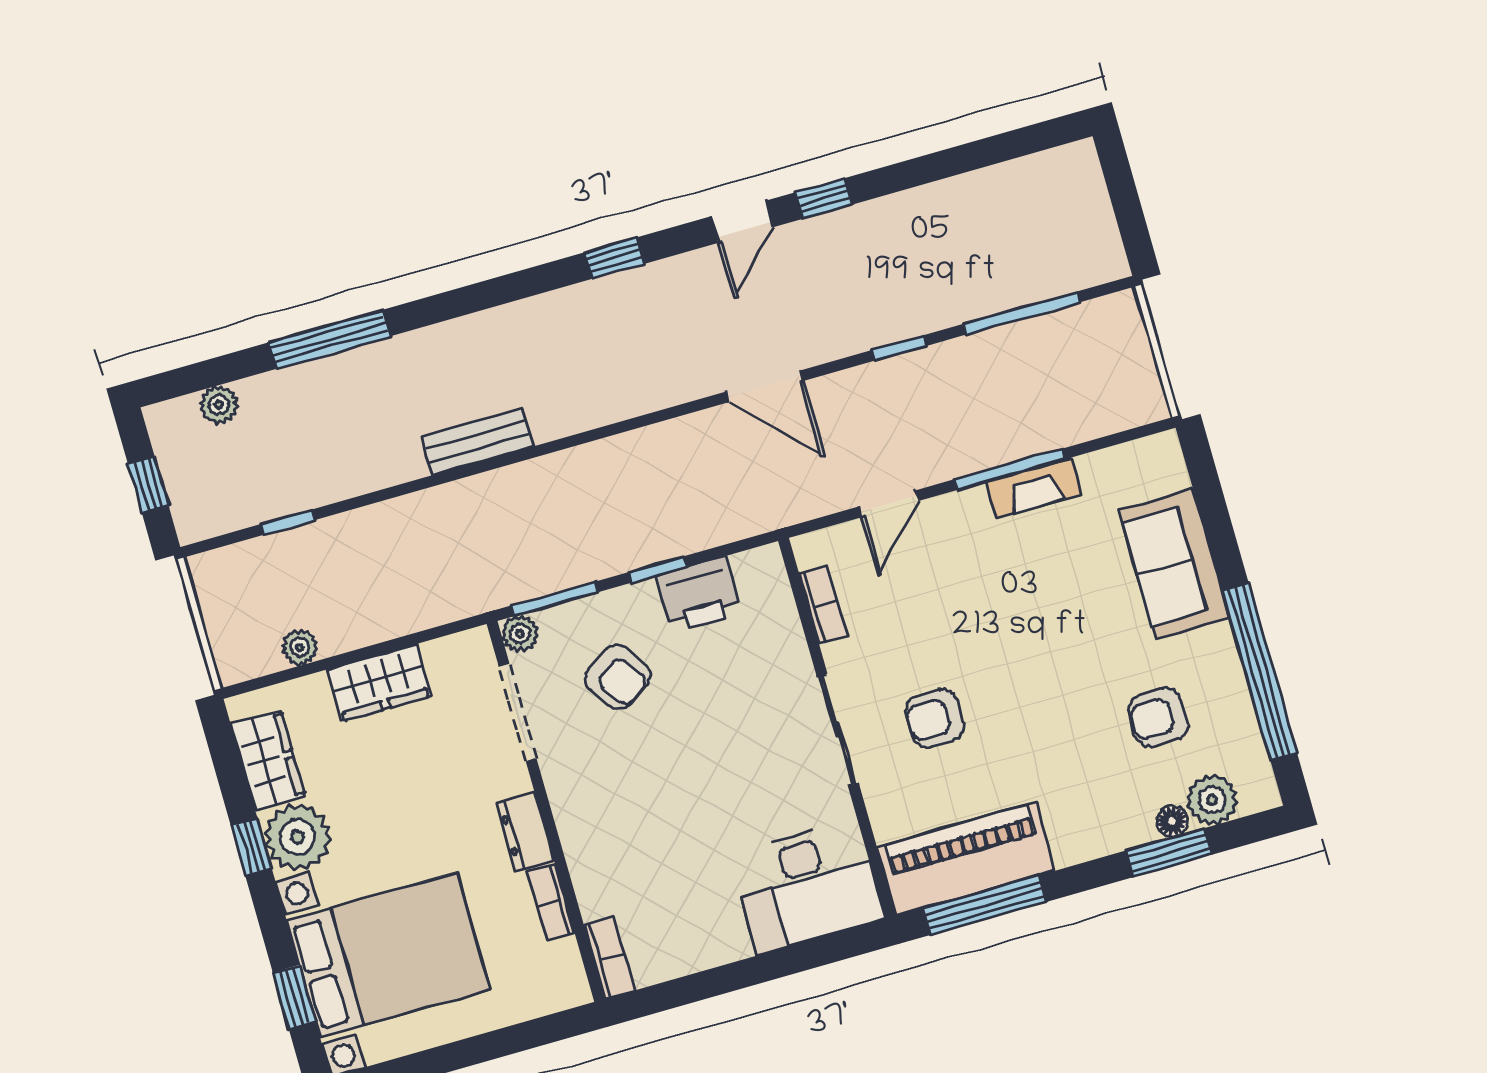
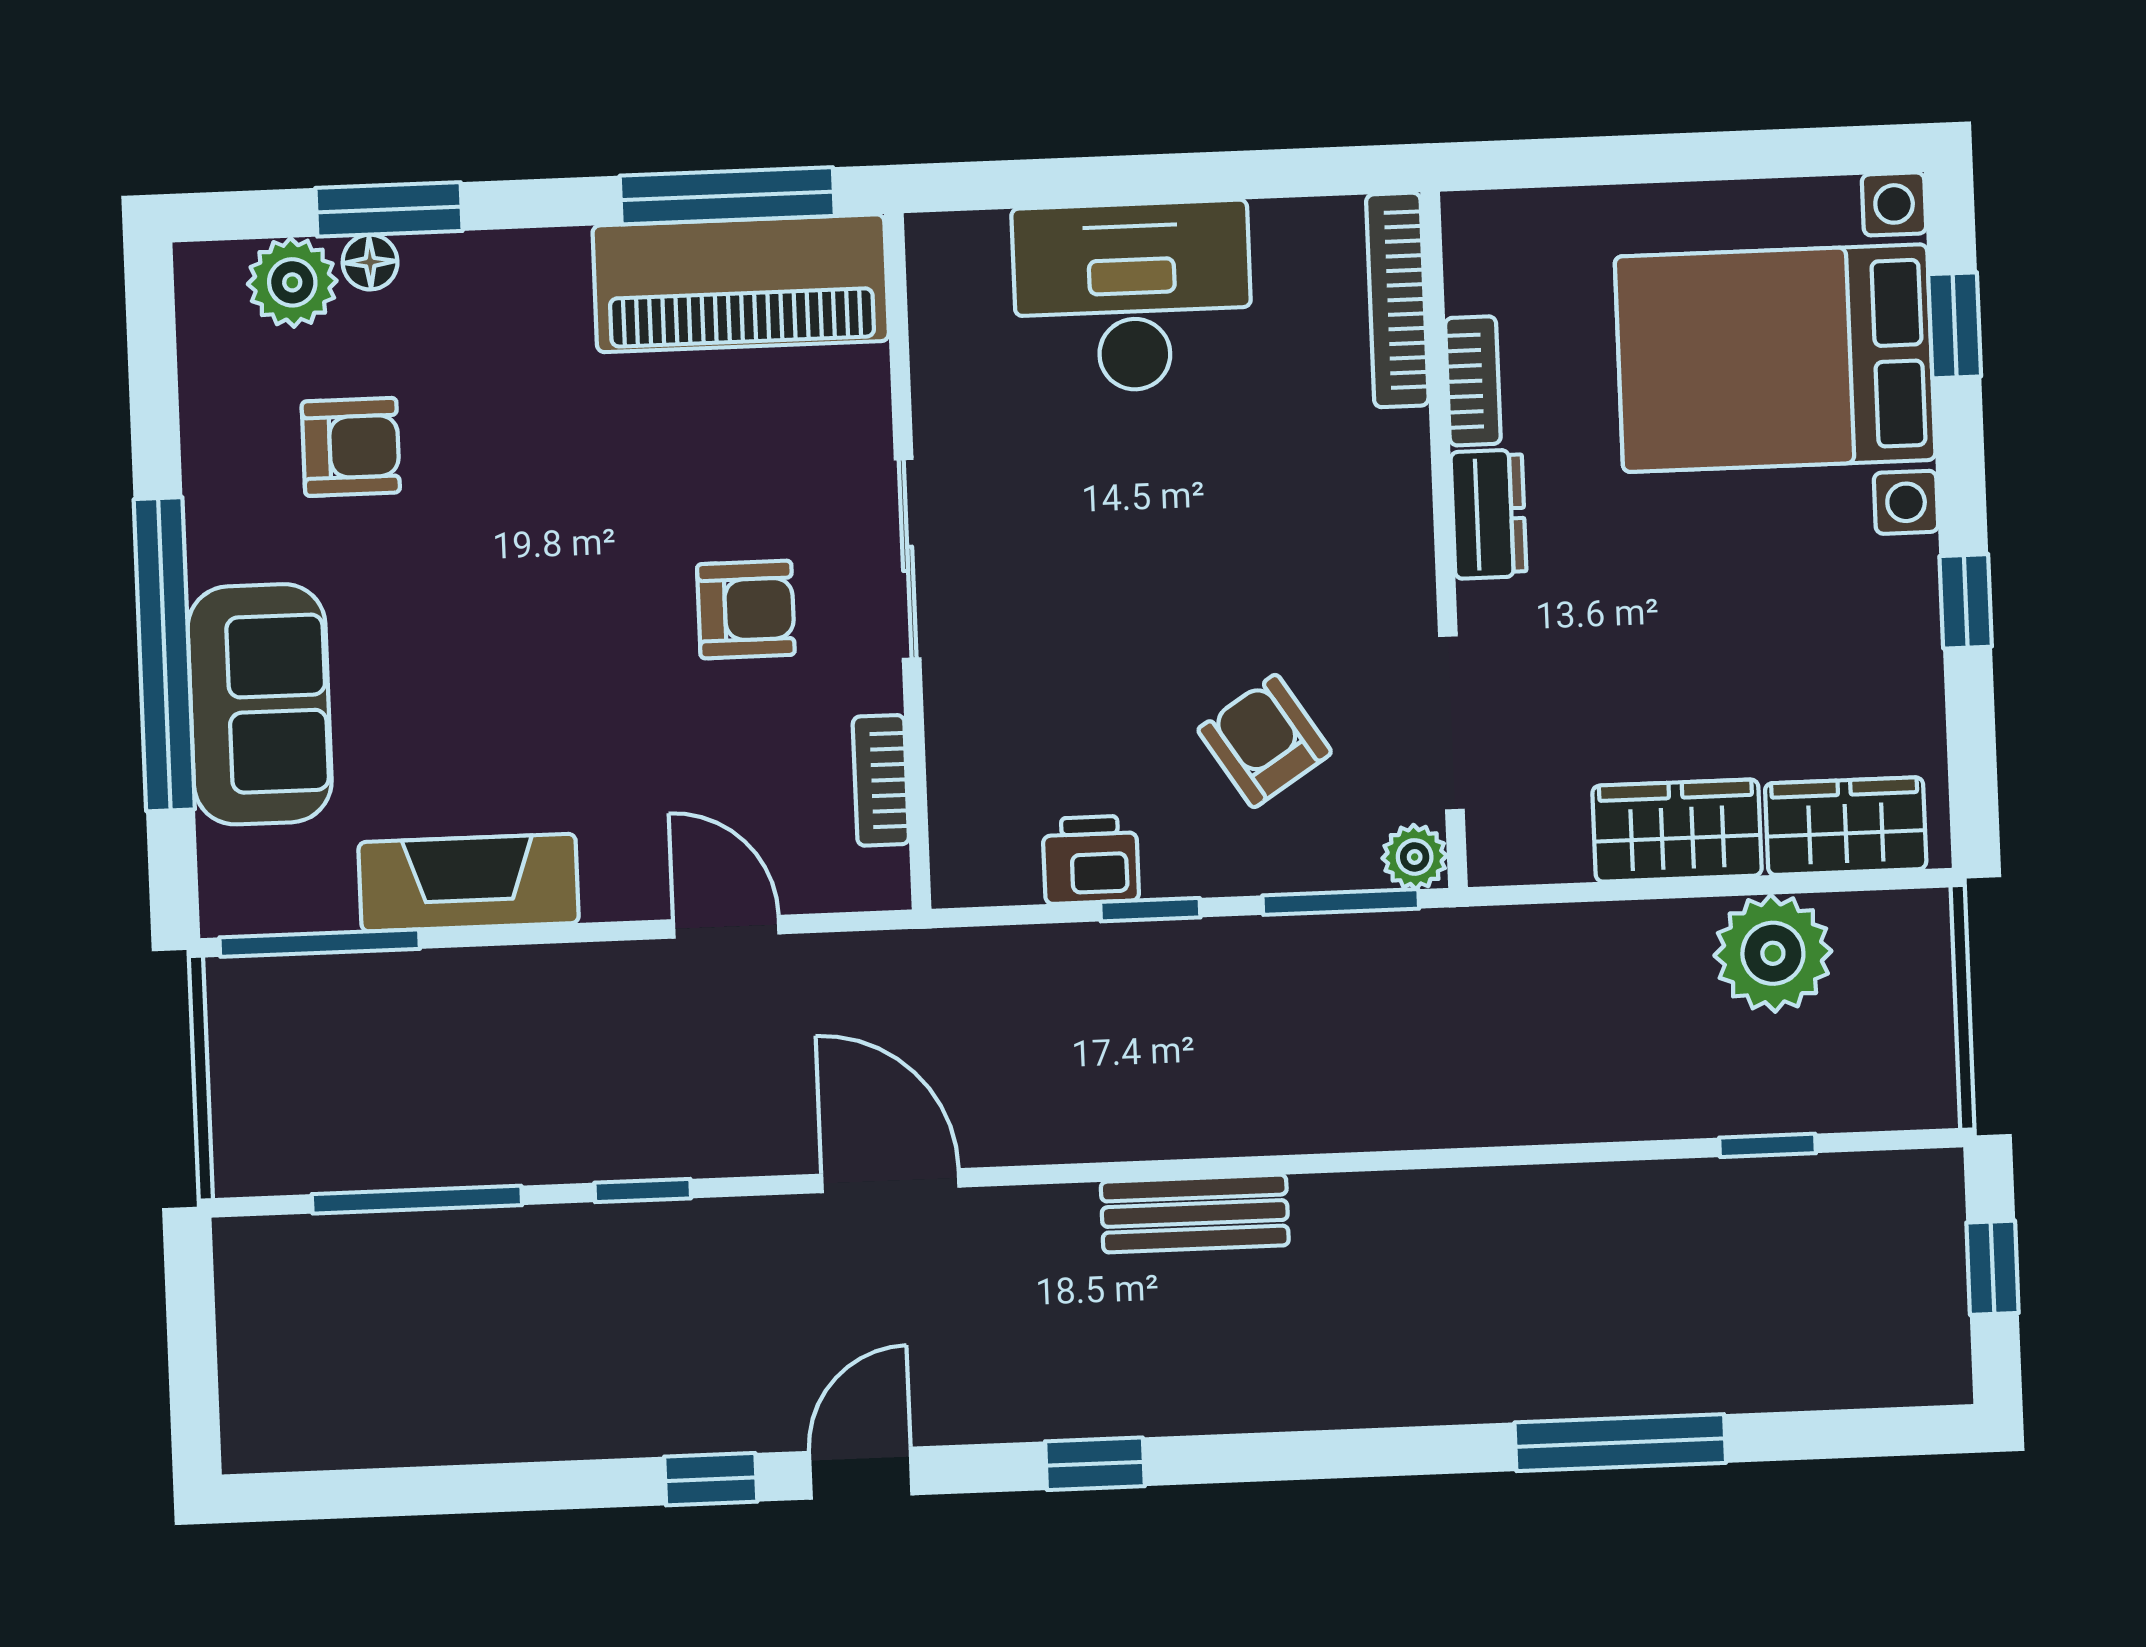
plant: (219, 405) -> (1837, 1376), removed
bench: (477, 442) -> (1195, 1214), moved
window: (1010, 469) -> (320, 943), moved
fireplace: (1034, 488) -> (469, 883), width x1.37, depth x1.32
door: (888, 504) -> (726, 927), hinge flipped
printer: (699, 595) -> (1091, 860), width x0.73, depth x0.81
plant: (300, 647) -> (1773, 953), width x1.88, depth x1.88
window: (1259, 672) -> (164, 654), moved
armchair: (935, 718) -> (746, 610), moved
wardrobe: (268, 760) -> (1846, 826), moved, turned 90
plant: (298, 837) -> (1882, 600), removed
desk: (807, 887) -> (1133, 297), moved
bookcase: (609, 958) -> (1397, 300), width x1.56

